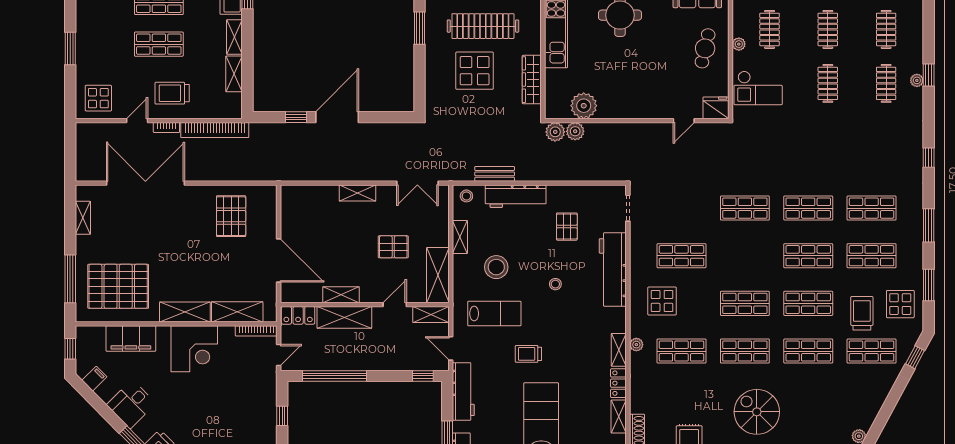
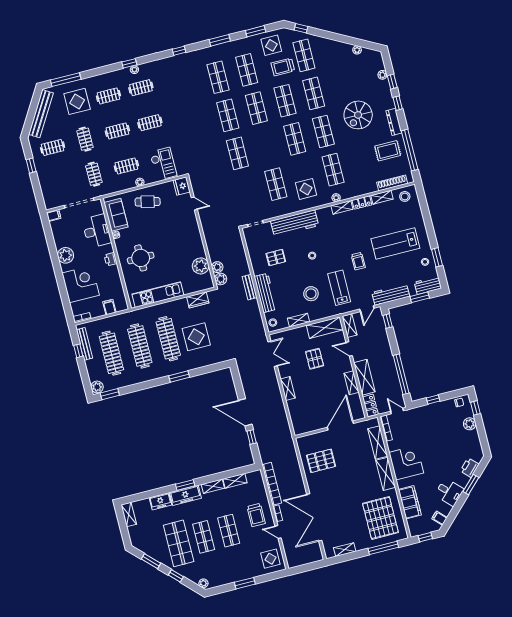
wardrobe: (532, 80) -> (198, 300), width x0.67
bench: (495, 174) -> (250, 287), moved

